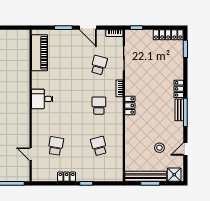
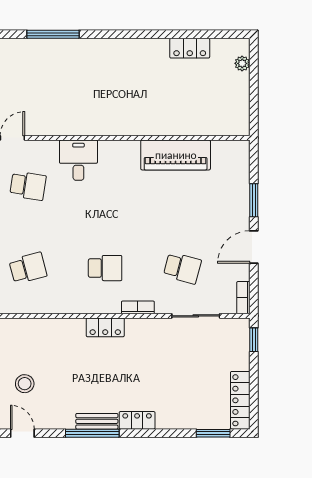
piano: (40, 53) -> (176, 155), moved
desk: (42, 99) -> (78, 160), moved

